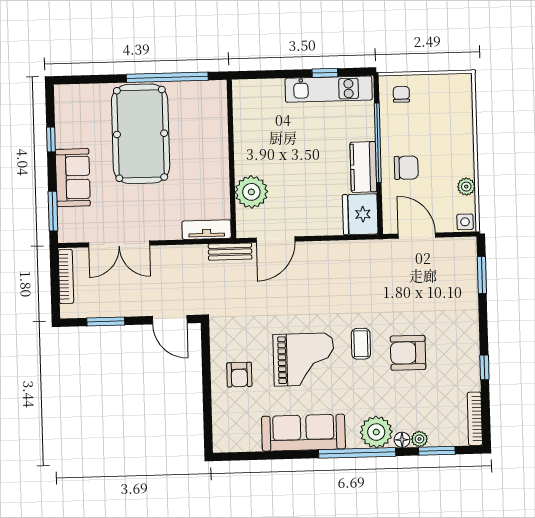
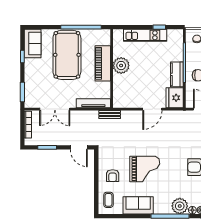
kitchen unit: (329, 89) -> (145, 35), moved
piano: (213, 149) -> (103, 63), added
sofa: (73, 178) -> (33, 44), moved
plant: (251, 192) -> (121, 66), moved
tv unit: (207, 230) -> (93, 103), width x1.41
door: (276, 240) -> (152, 109), moved
coffee table: (361, 344) -> (108, 200), moved
sofa: (303, 433) -> (138, 205), width x0.73

